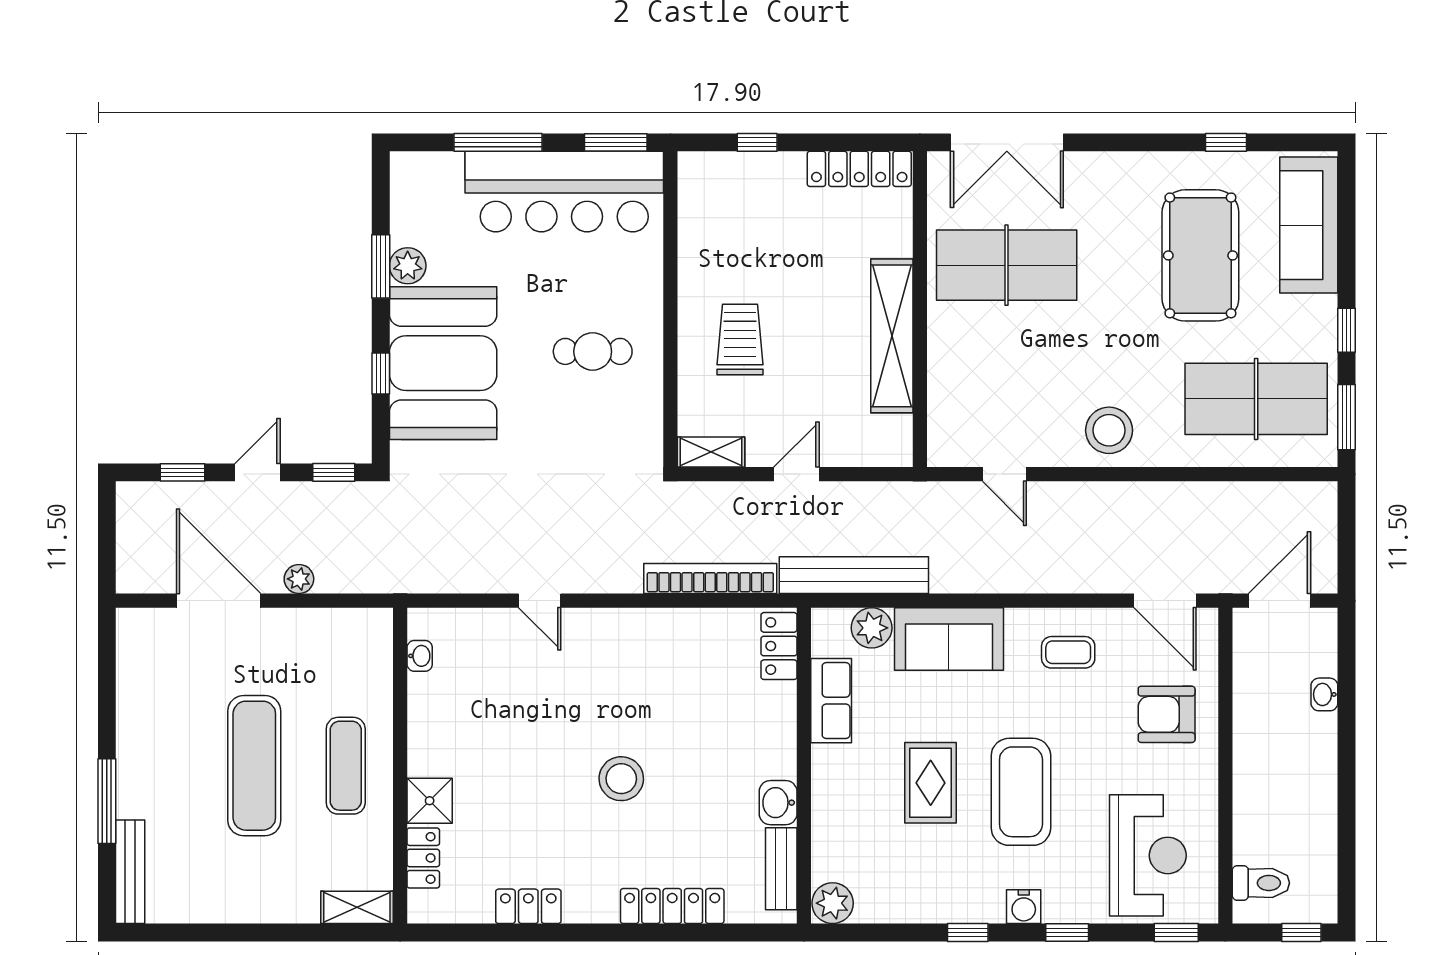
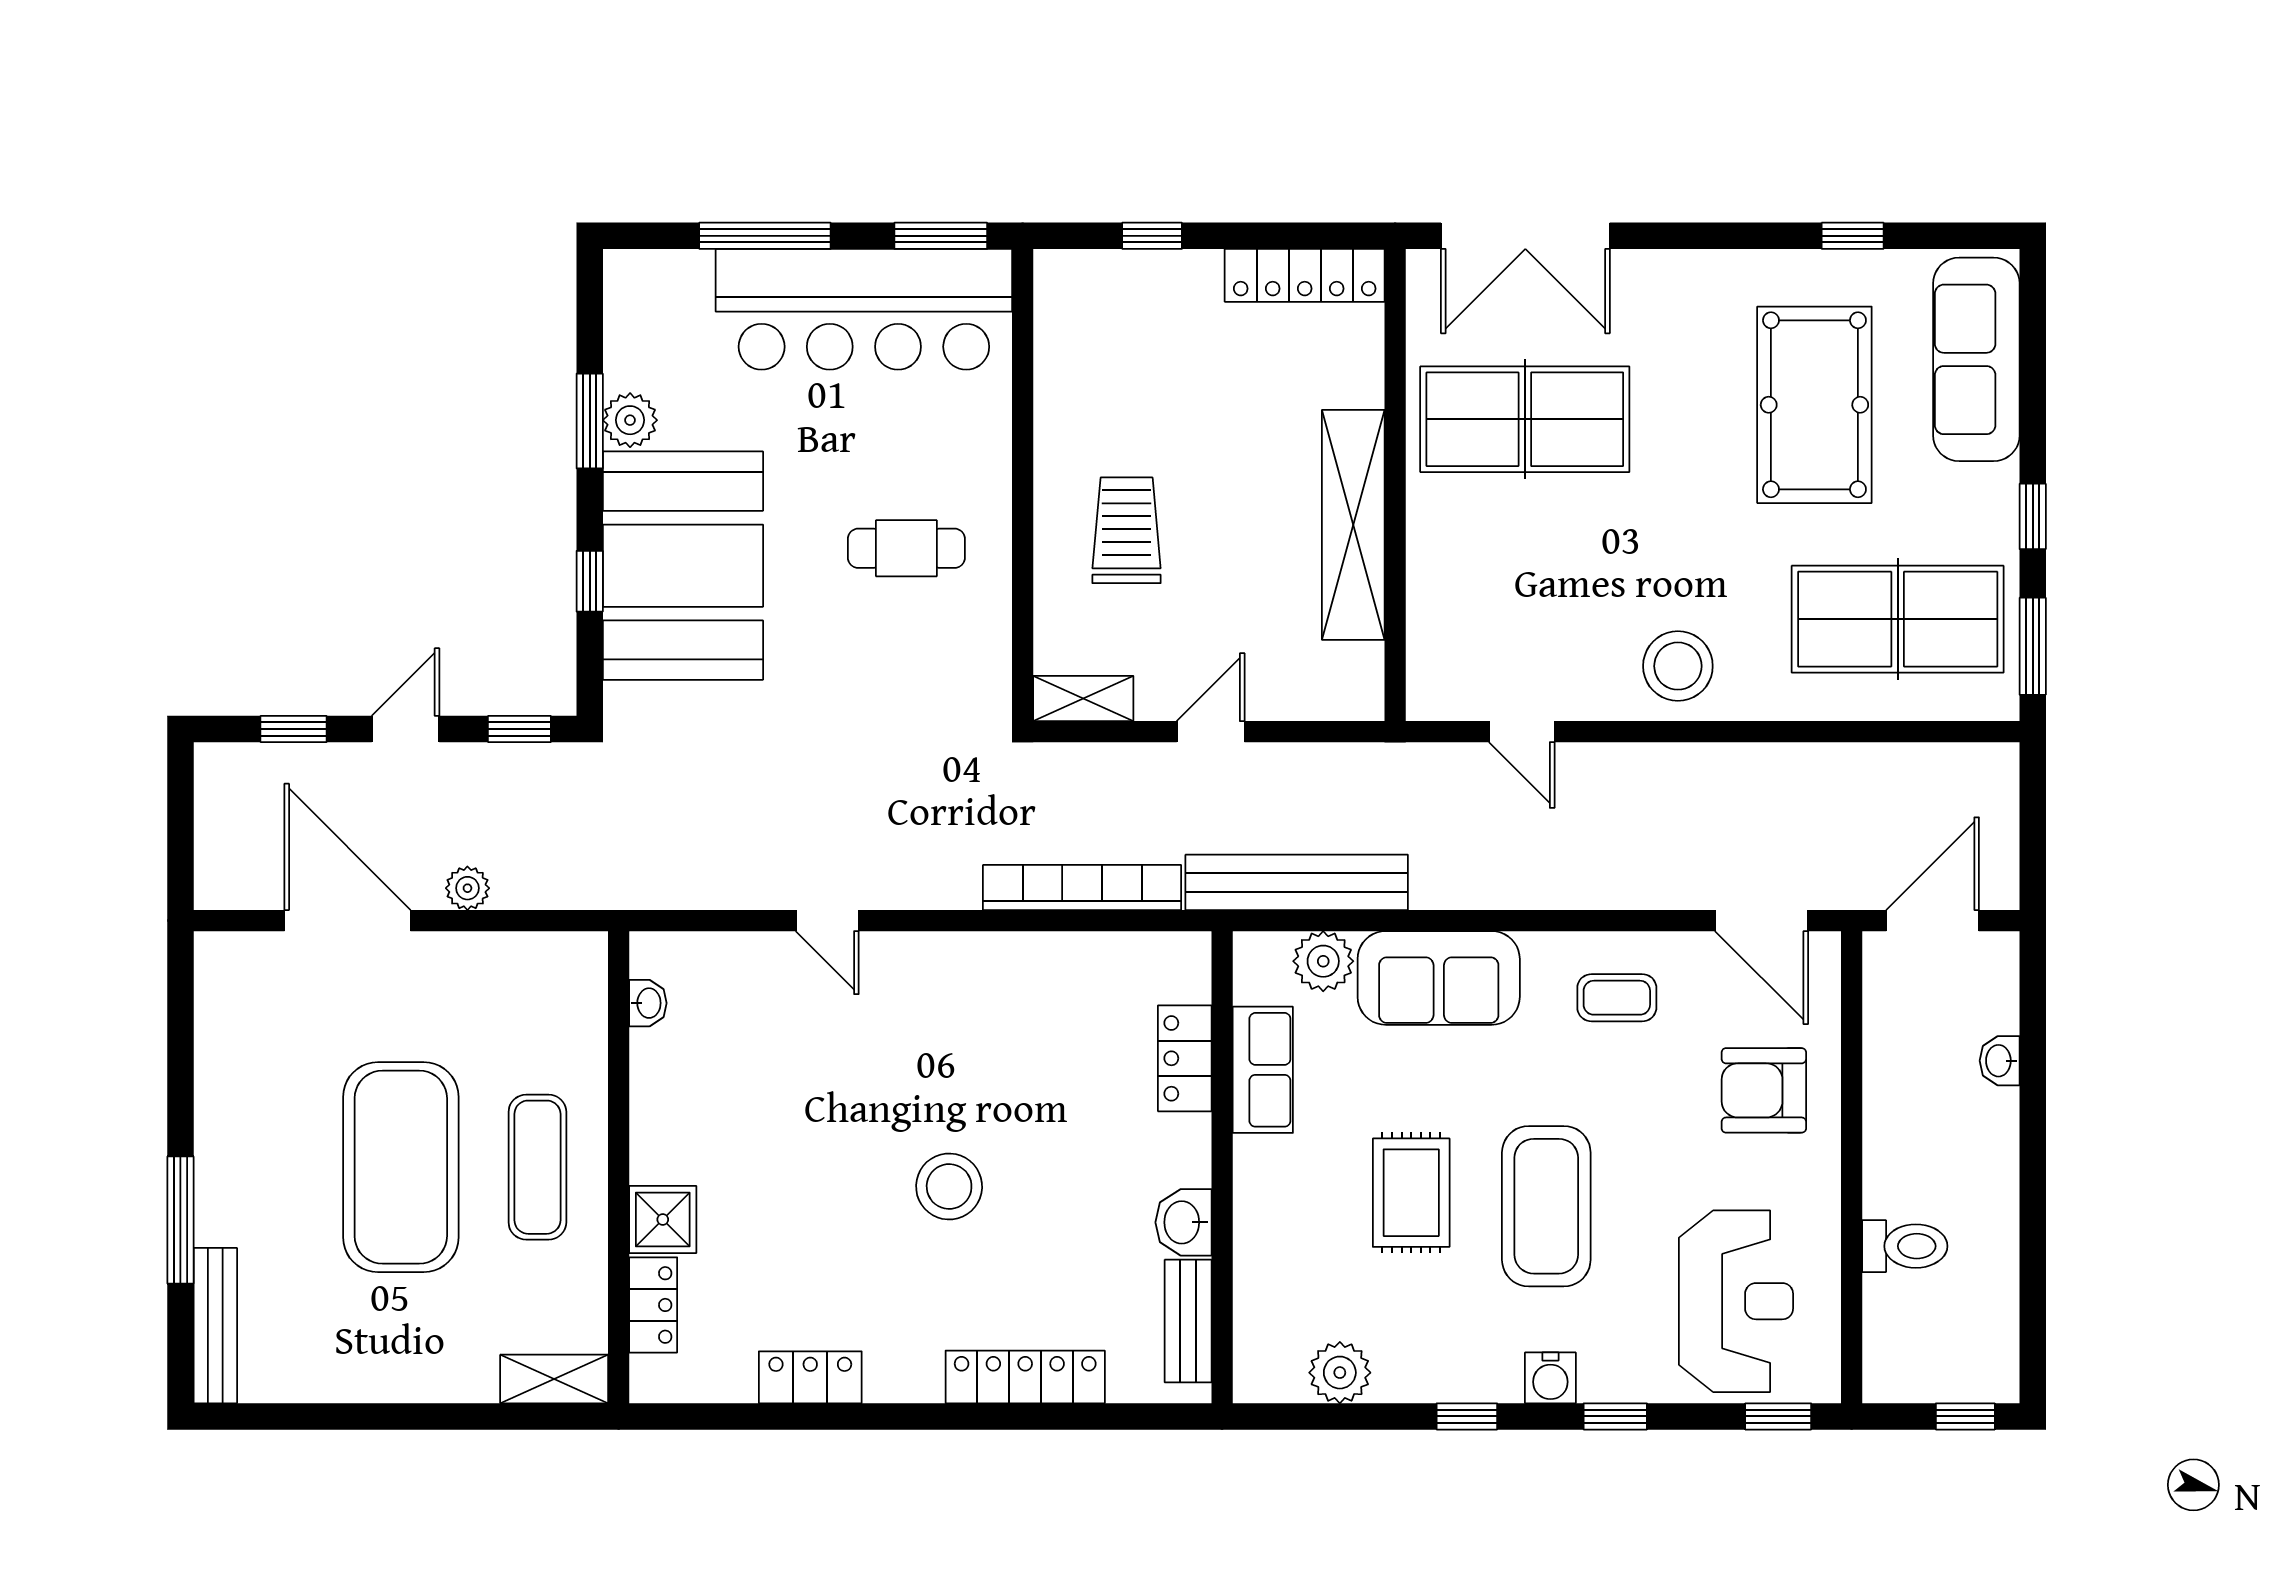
locker: (779, 646) -> (1185, 1058), moved
exercise mat: (254, 766) -> (401, 1167), width x1.47
toilet: (1261, 883) -> (1905, 1246), moved
plant: (833, 903) -> (1340, 1373), moved

